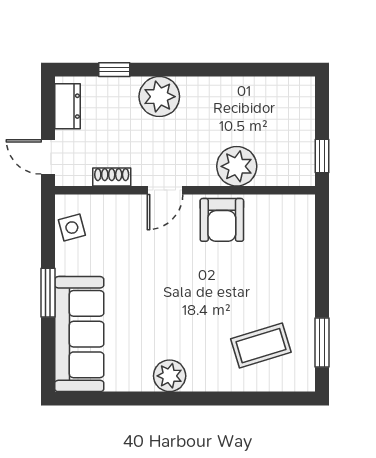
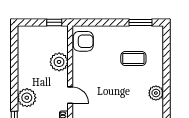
armchair: (222, 220) -> (83, 41), moved
coffee table: (261, 346) -> (133, 59), moved, turned -73

